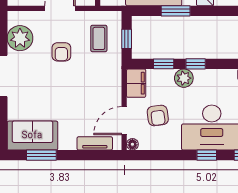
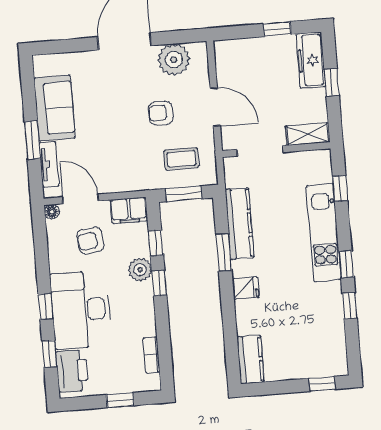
window: (127, 39) -> (184, 194), width x1.50
sofa: (32, 136) -> (54, 108), moved
window: (41, 155) -> (32, 140), moved

